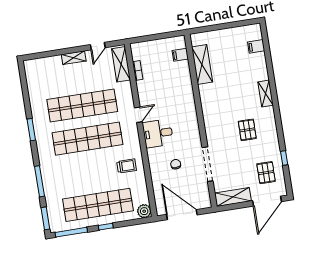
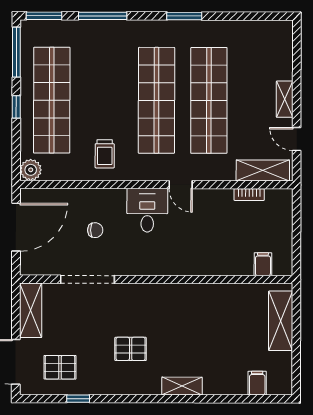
shelving: (202, 64) -> (281, 321), moved, turned 90

